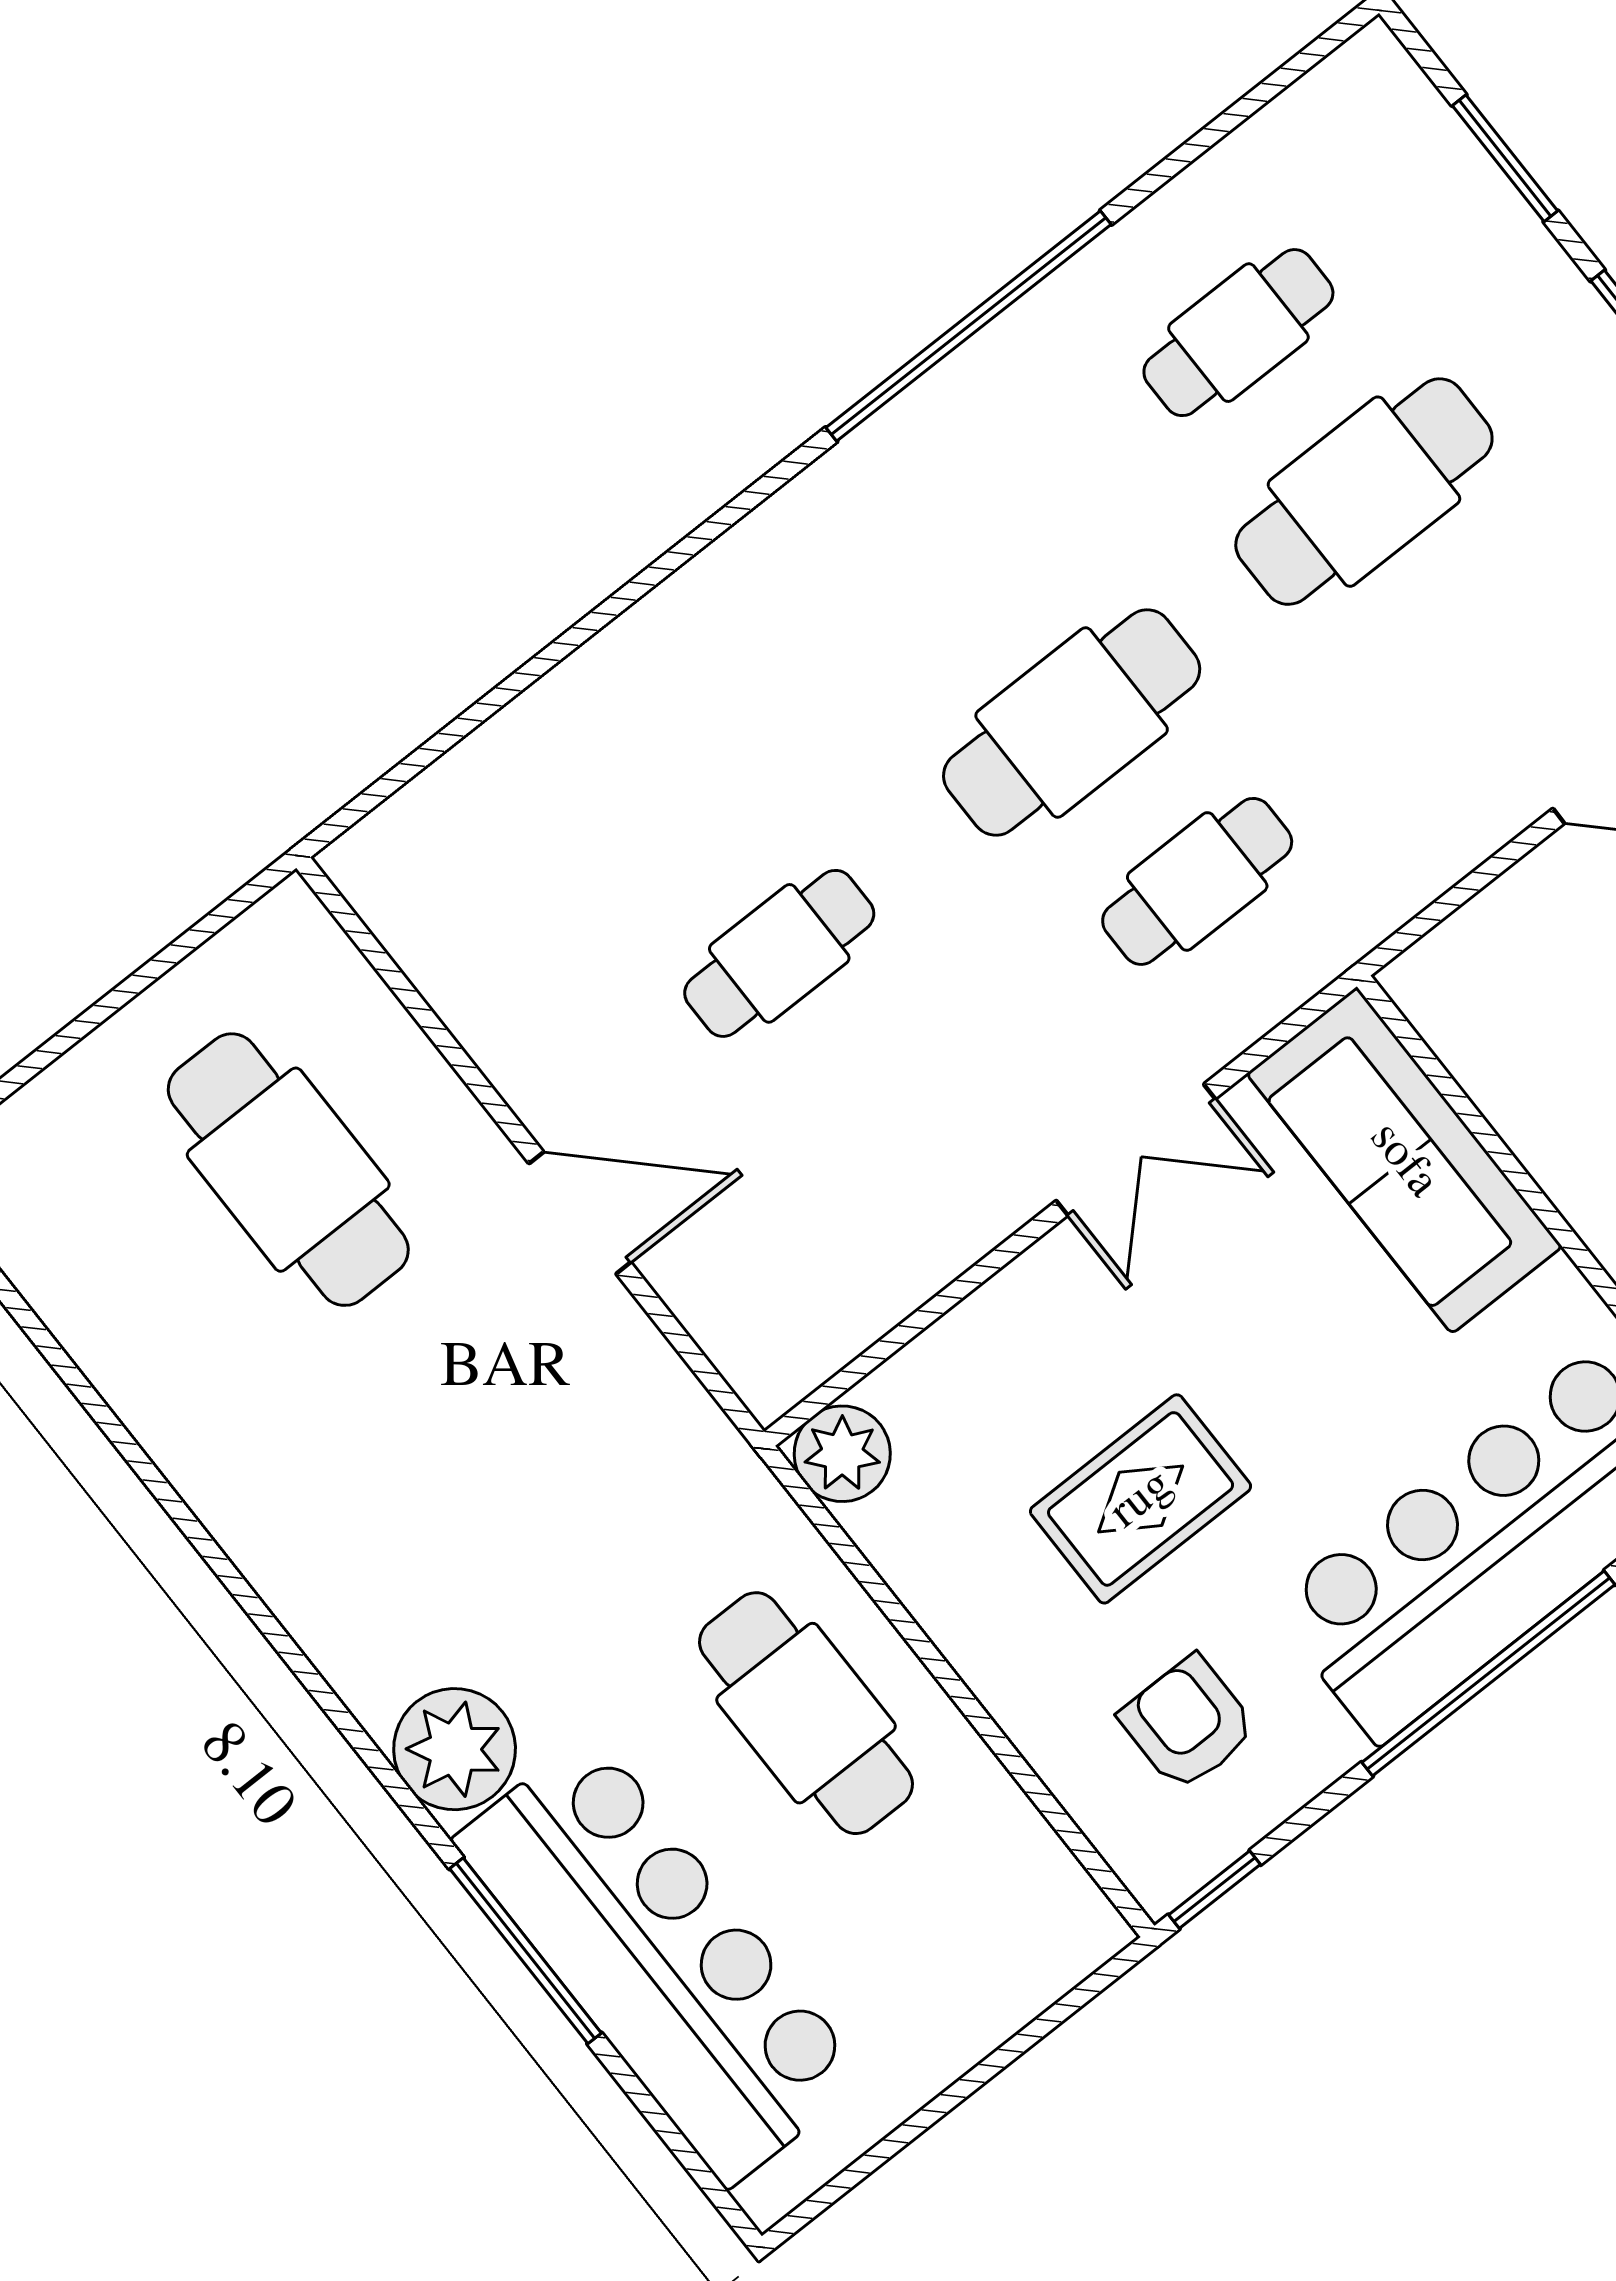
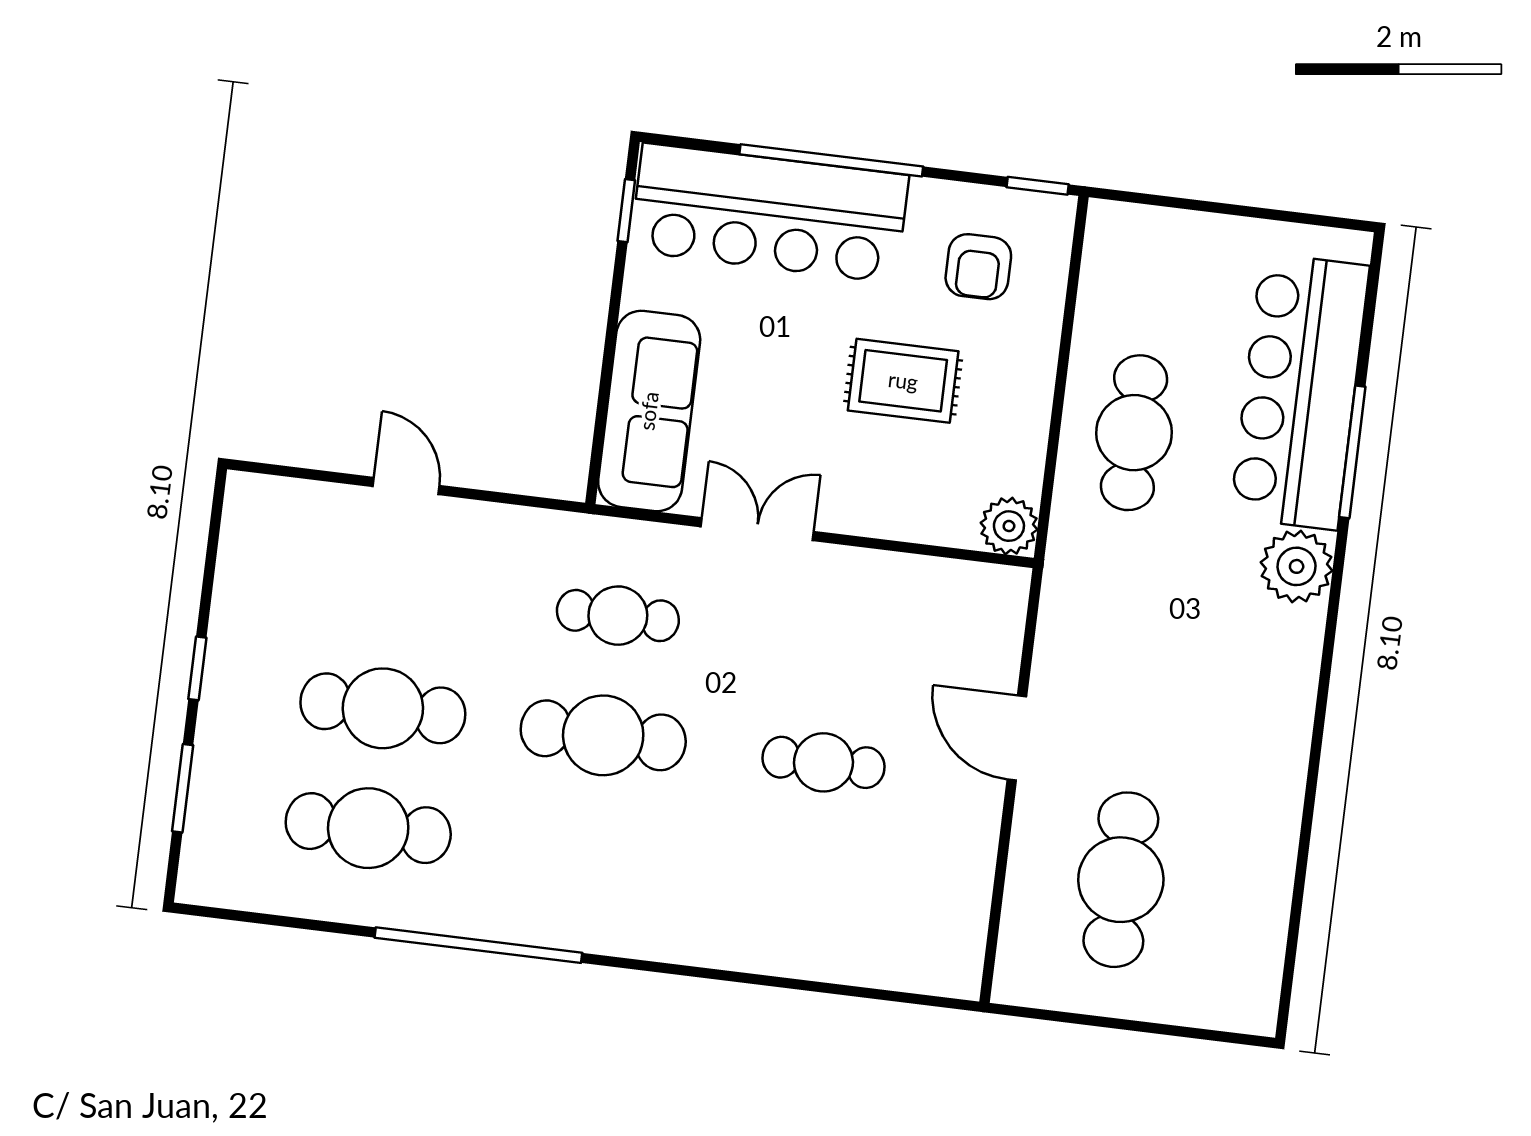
cafe table: (1238, 333) -> (368, 828), width x1.37, depth x1.35

